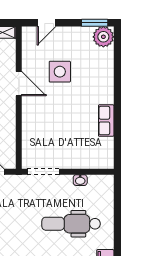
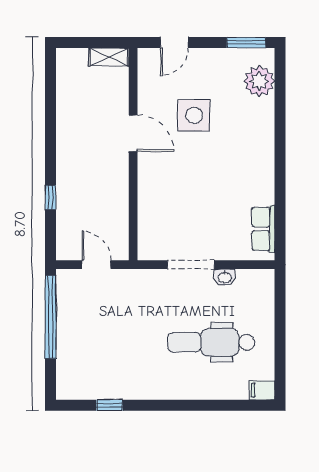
plant: (103, 37) -> (259, 81), moved
row of seats: (106, 121) -> (263, 229), moved
doorway: (43, 172) -> (191, 265), moved

